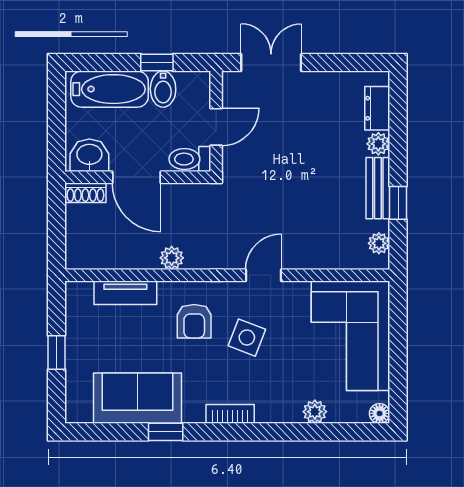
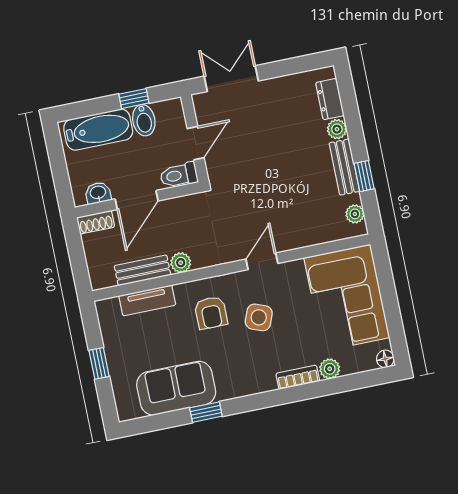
washbasin: (89, 155) -> (98, 193), width x0.72, depth x0.69
door: (137, 177) -> (137, 200), hinge flipped
bench: (127, 258) -> (142, 270), added
bookcase: (230, 414) -> (298, 377), moved

